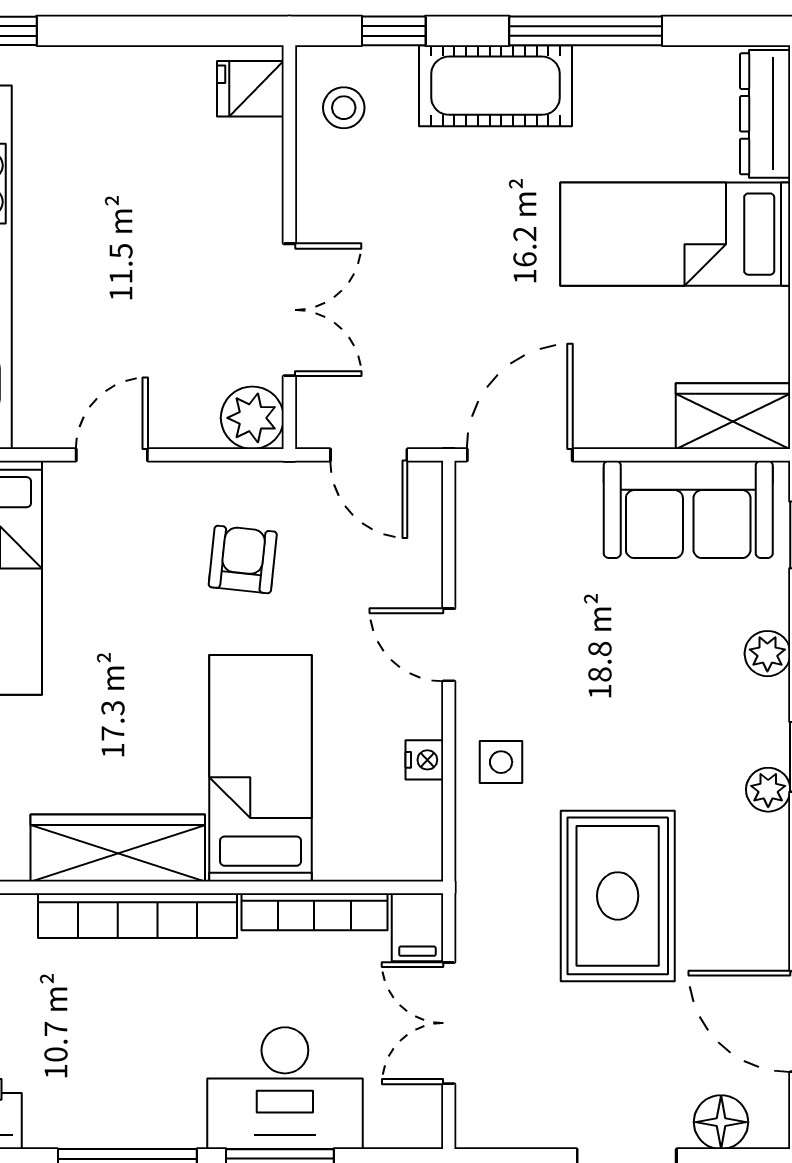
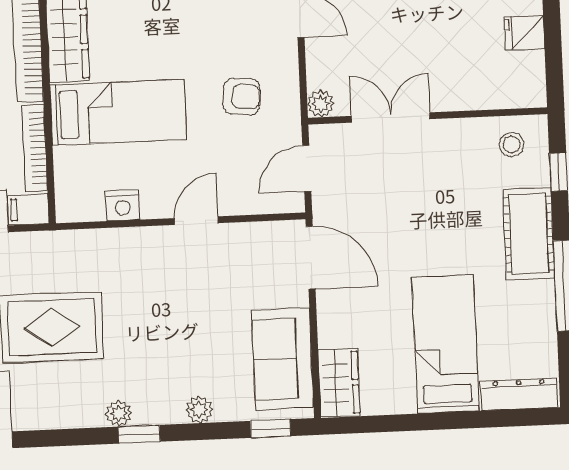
fridge: (250, 89) -> (524, 33), moved, turned -90
double door: (289, 310) -> (391, 118), swing flipped
plant: (252, 418) -> (321, 104), width x0.73, depth x0.73
nightstand: (424, 760) -> (123, 205), width x1.39, depth x1.35
side table: (501, 762) -> (128, 255), removed

